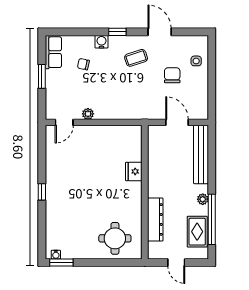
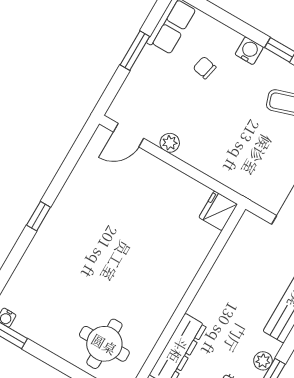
fridge: (134, 171) -> (218, 211), moved

